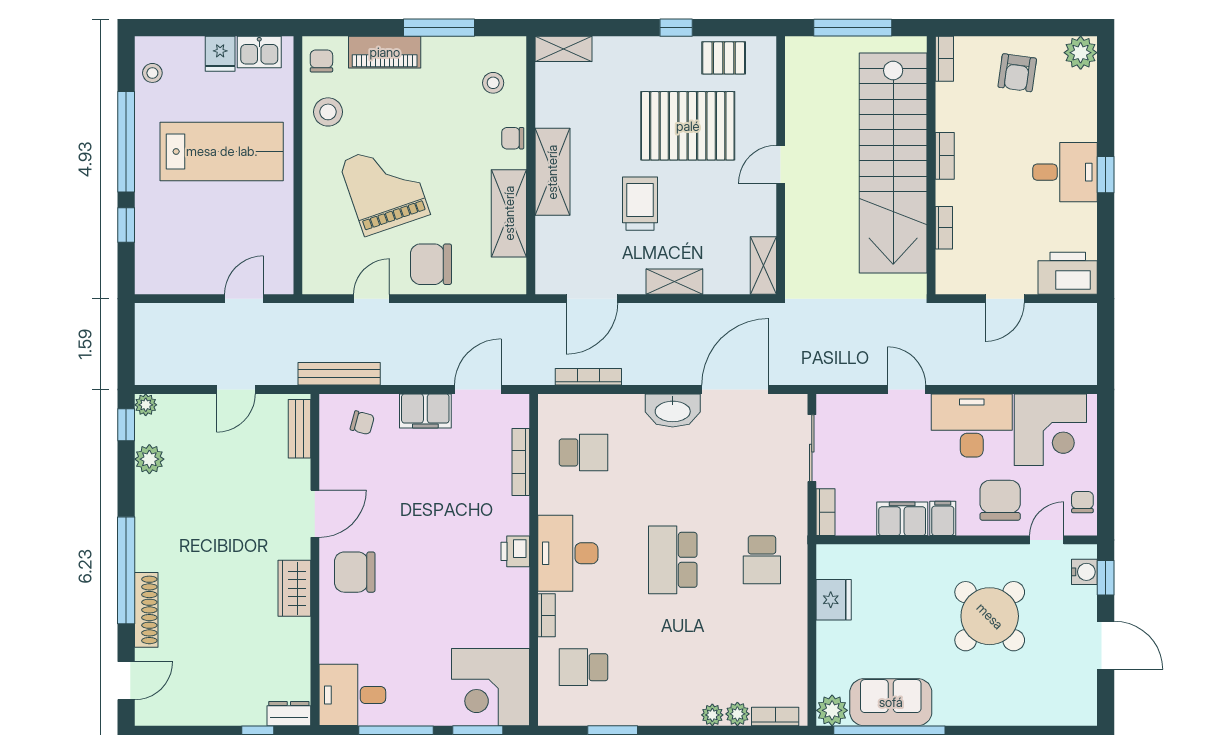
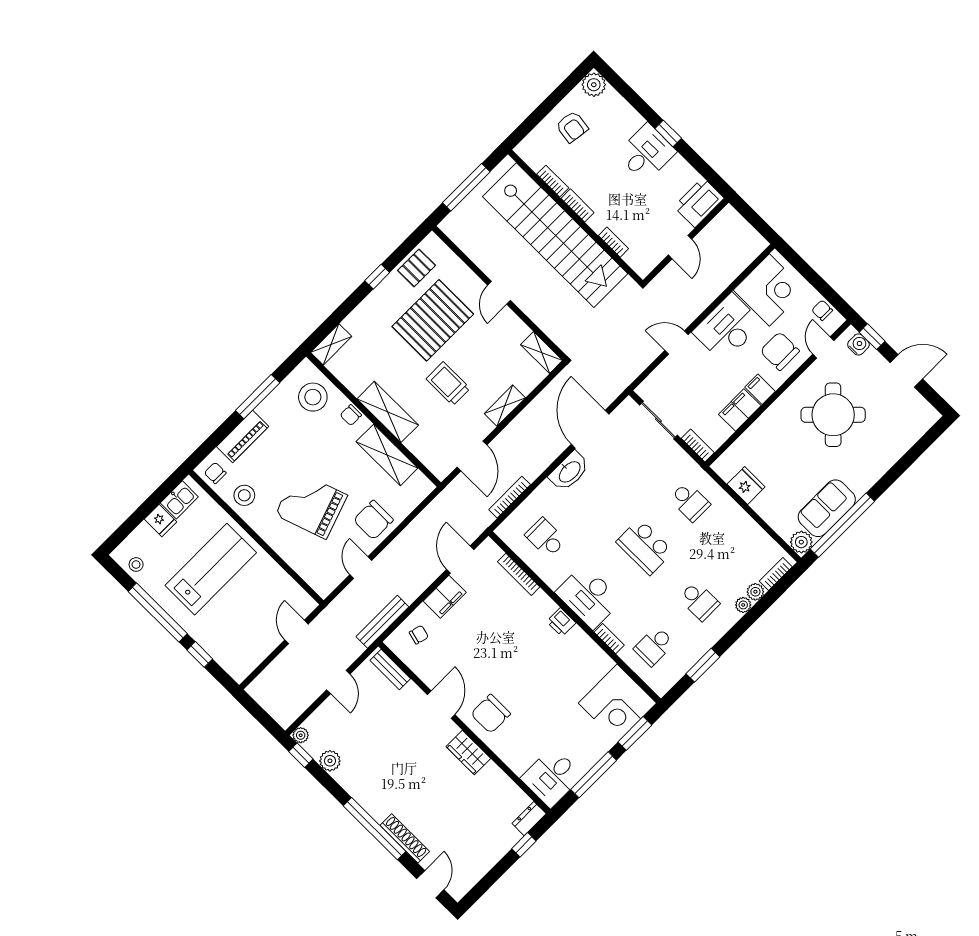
bookcase: (944, 59) -> (553, 181), moved
stool: (493, 83) -> (313, 397), width x1.89, depth x1.89
school desk: (583, 452) -> (545, 538), turned -90
school desk: (673, 667) -> (699, 601), added

